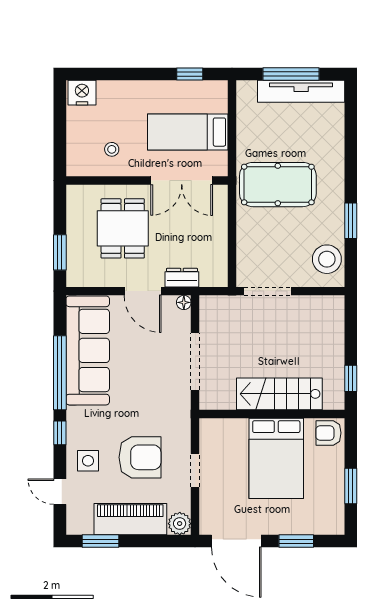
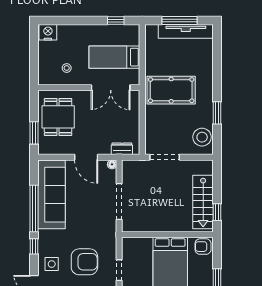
dining table: (123, 228) -> (58, 117), moved
dresser: (182, 278) -> (122, 149), moved
stairs: (279, 394) -> (203, 202), moved, turned -90

